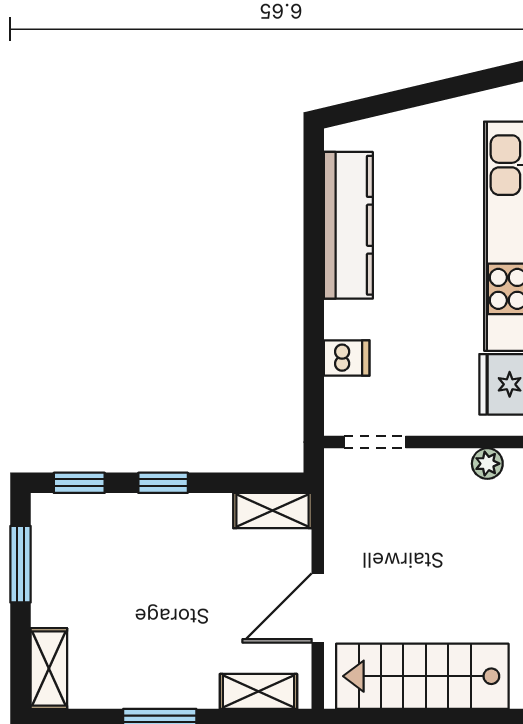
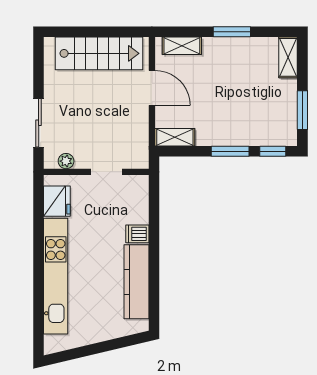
dishwasher: (347, 358) -> (137, 234), moved
doorway: (375, 442) -> (107, 172), moved
window: (163, 483) -> (230, 151), width x1.50
door: (318, 608) -> (152, 88), hinge flipped

